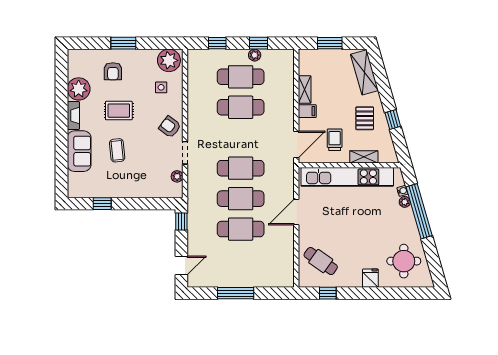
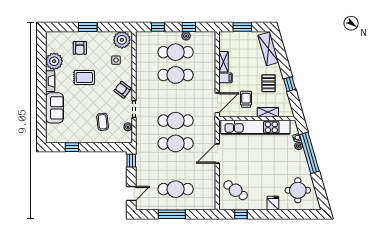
coffee table: (117, 150) -> (103, 122), moved
cafe table: (241, 229) -> (176, 189), moved

